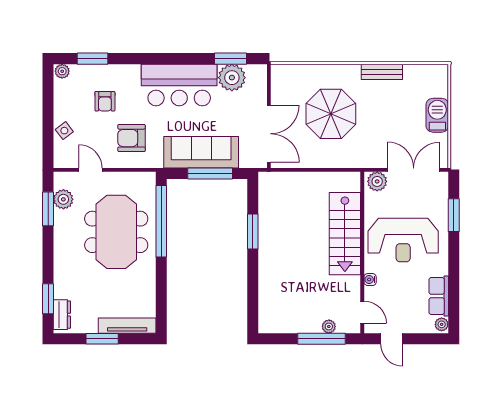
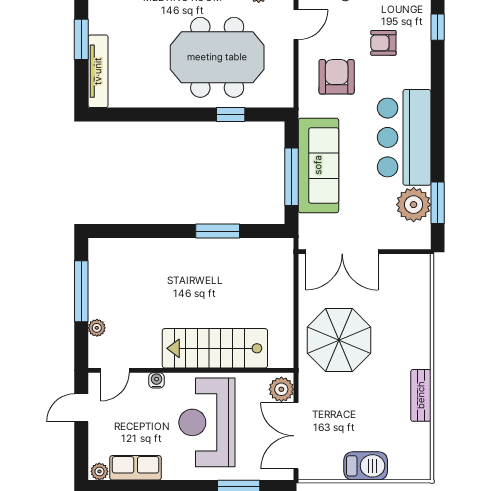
window: (92, 59) -> (438, 27), width x0.67
parasol: (331, 114) -> (339, 340), moved
double door: (414, 170) -> (296, 436), swing flipped
window: (161, 221) -> (231, 115), width x0.32
window: (322, 339) -> (81, 291), moved

